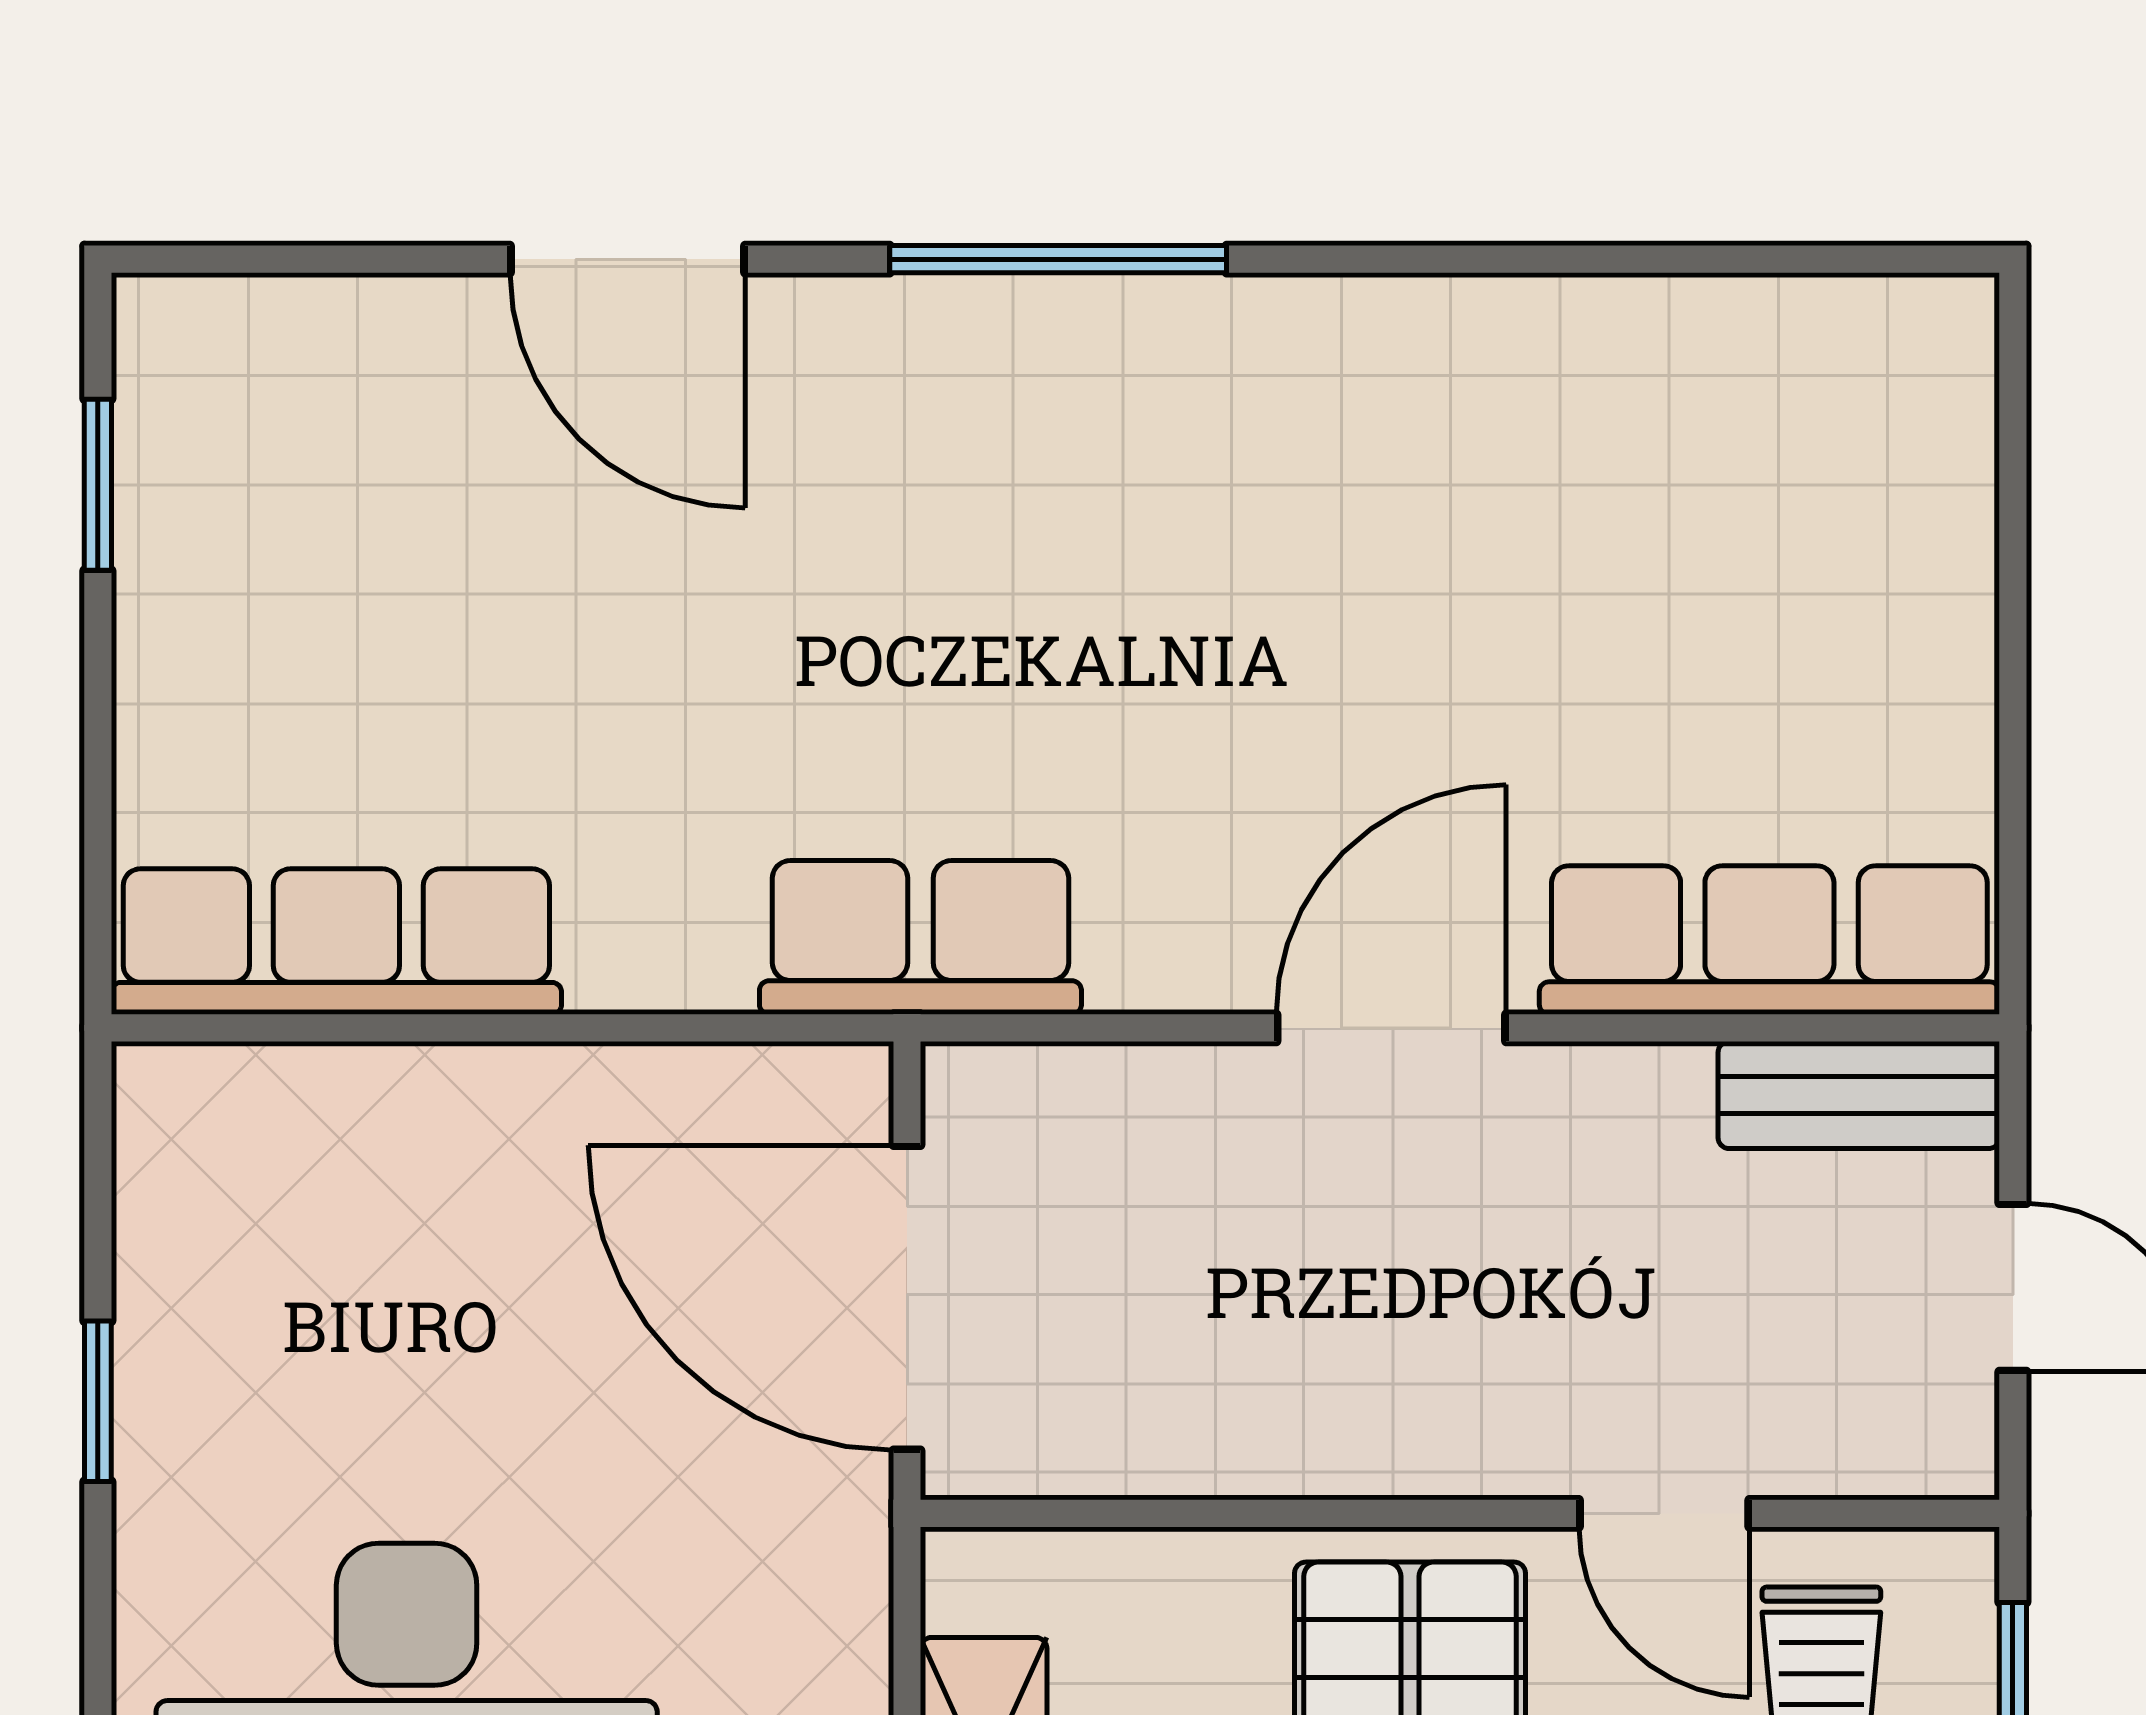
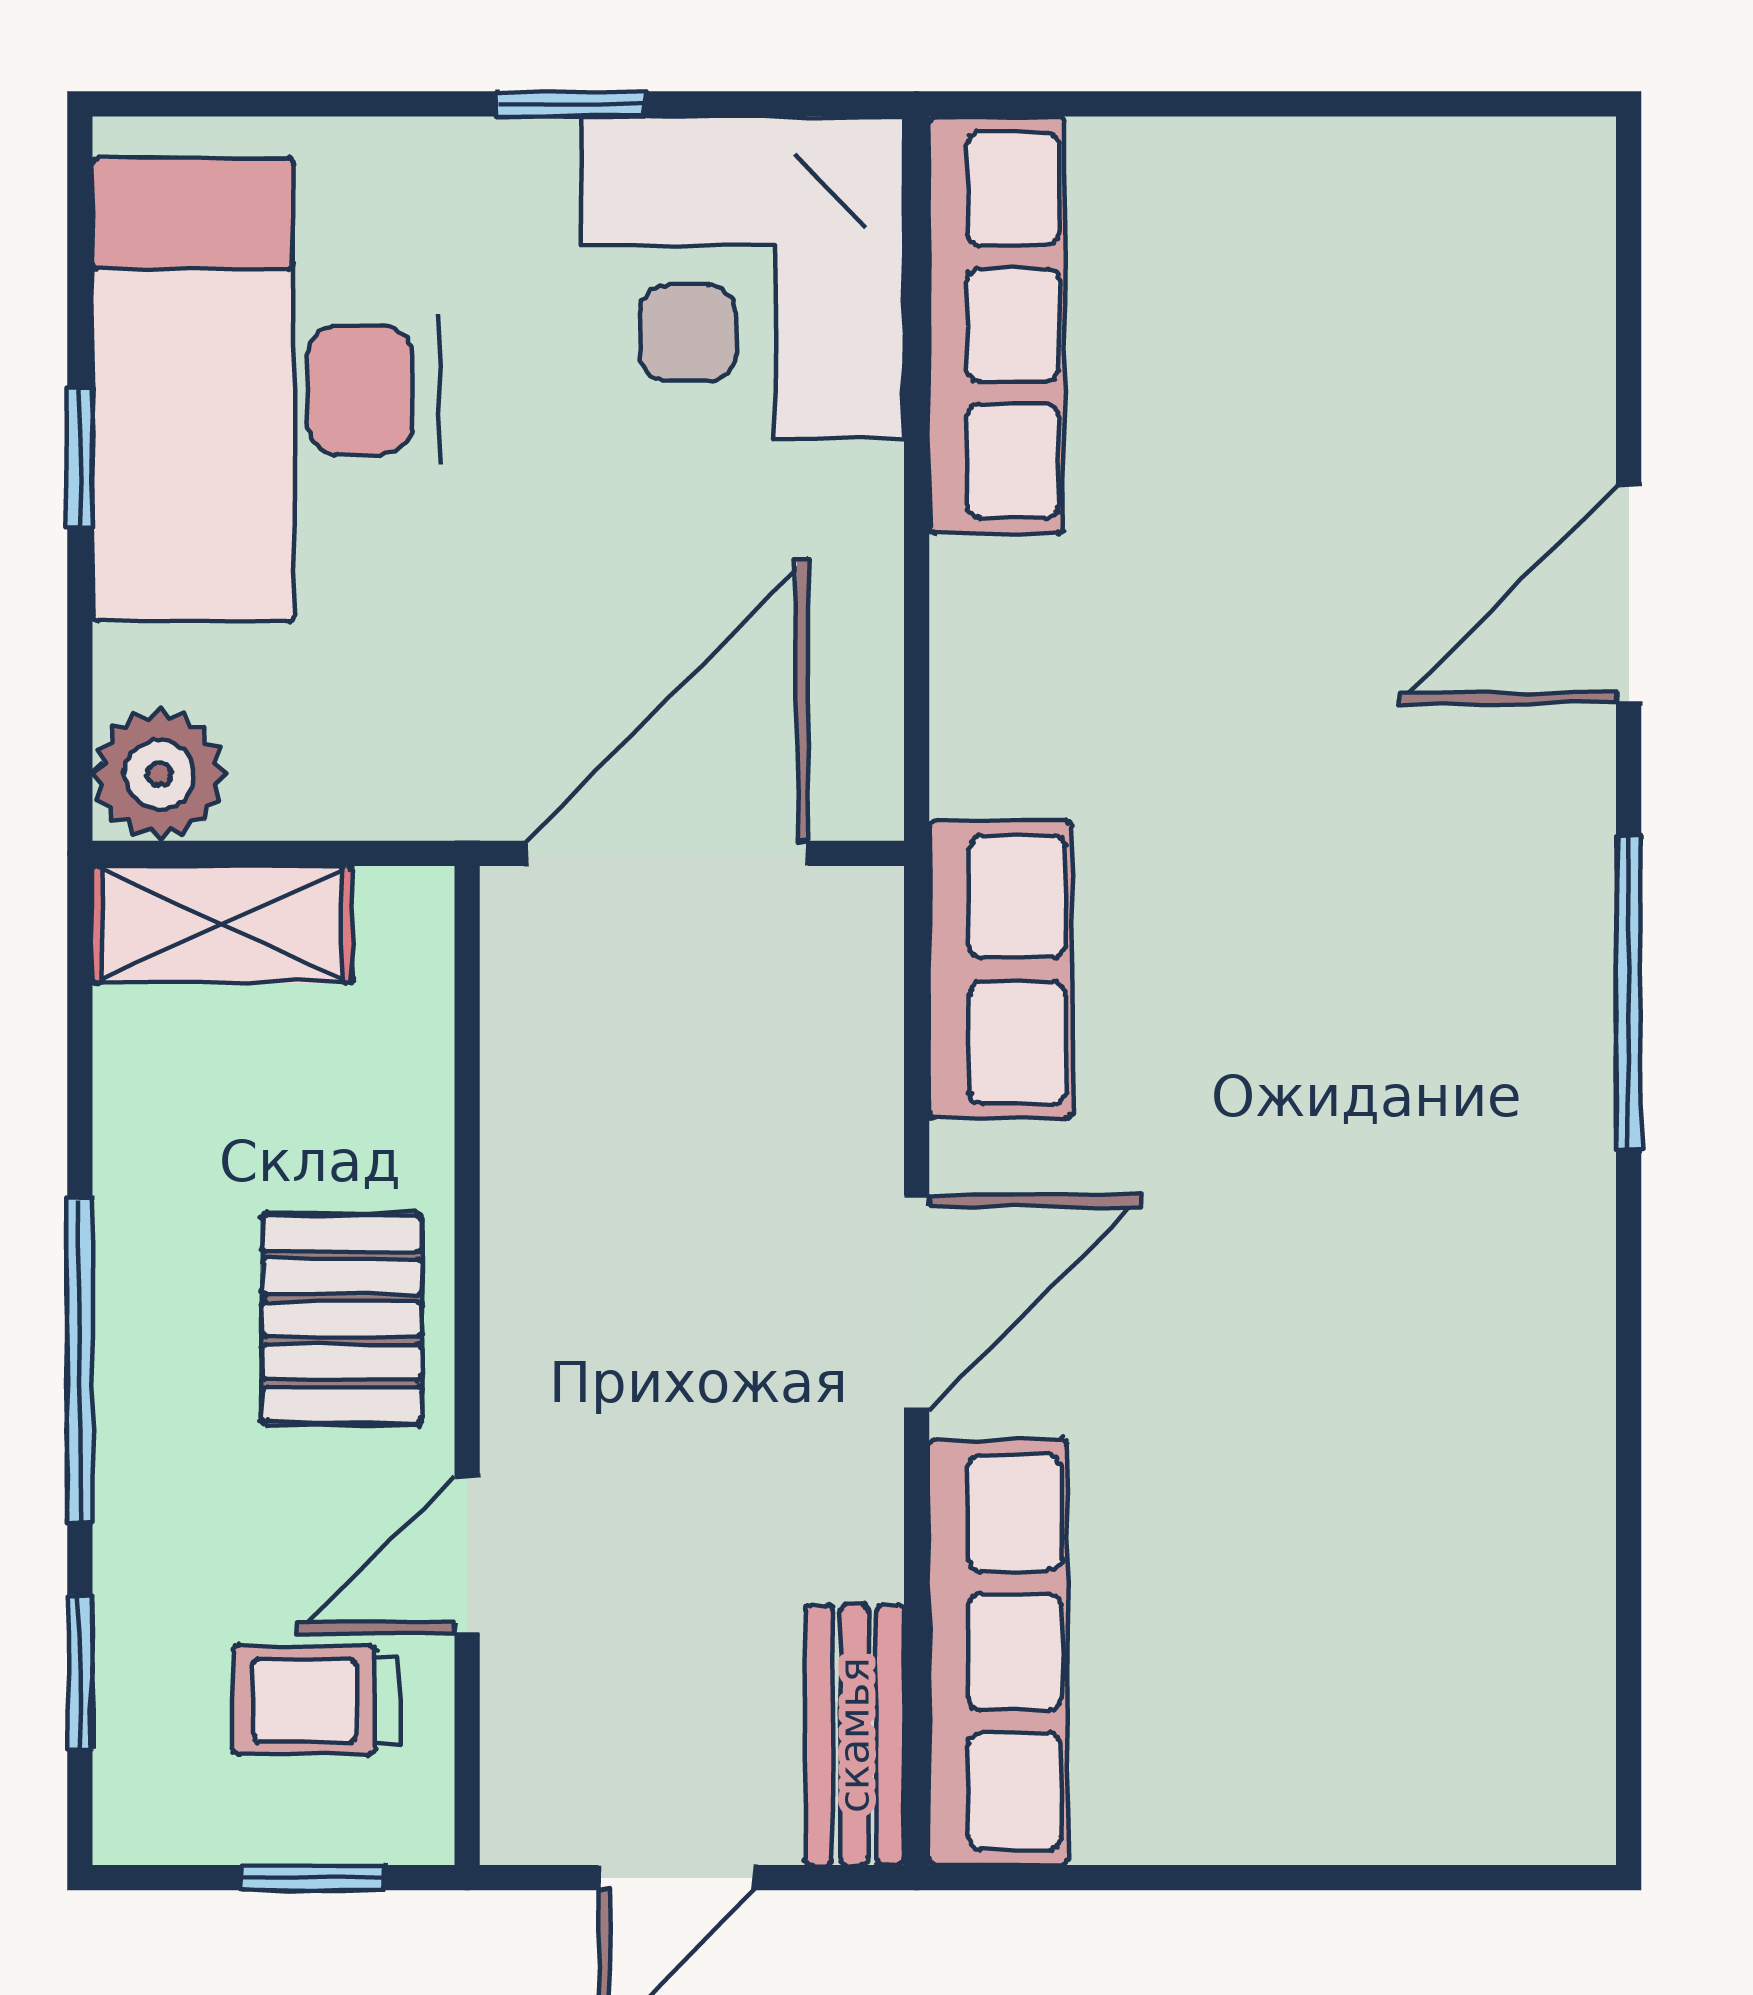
window: (98, 485) -> (1420, 104), removed
row of seats: (920, 937) -> (1000, 970), moved
door: (1391, 1028) -> (917, 1302), hinge flipped
corner desk: (286, 1216) -> (743, 278), added

